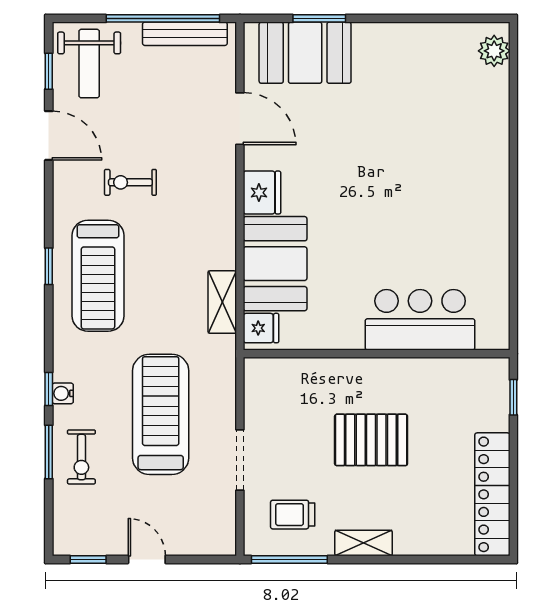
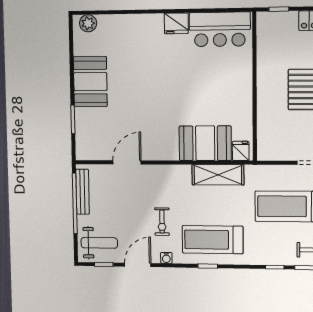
booth: (305, 53) -> (90, 82), moved
fridge: (262, 193) -> (176, 23), moved, turned 180
treadmill: (98, 276) -> (213, 240), turned 180
shelving: (222, 302) -> (218, 175), width x1.50, depth x1.33
bar counter: (420, 320) -> (220, 29), moved, turned -90
water cooler: (63, 393) -> (166, 258), moved

